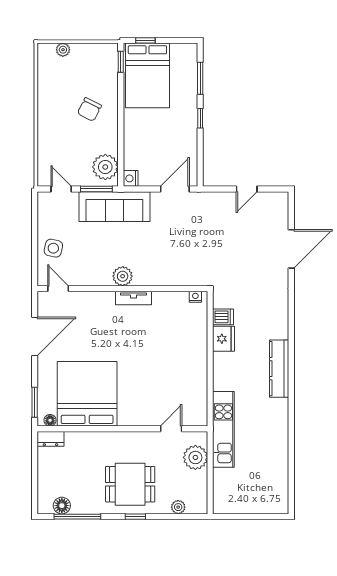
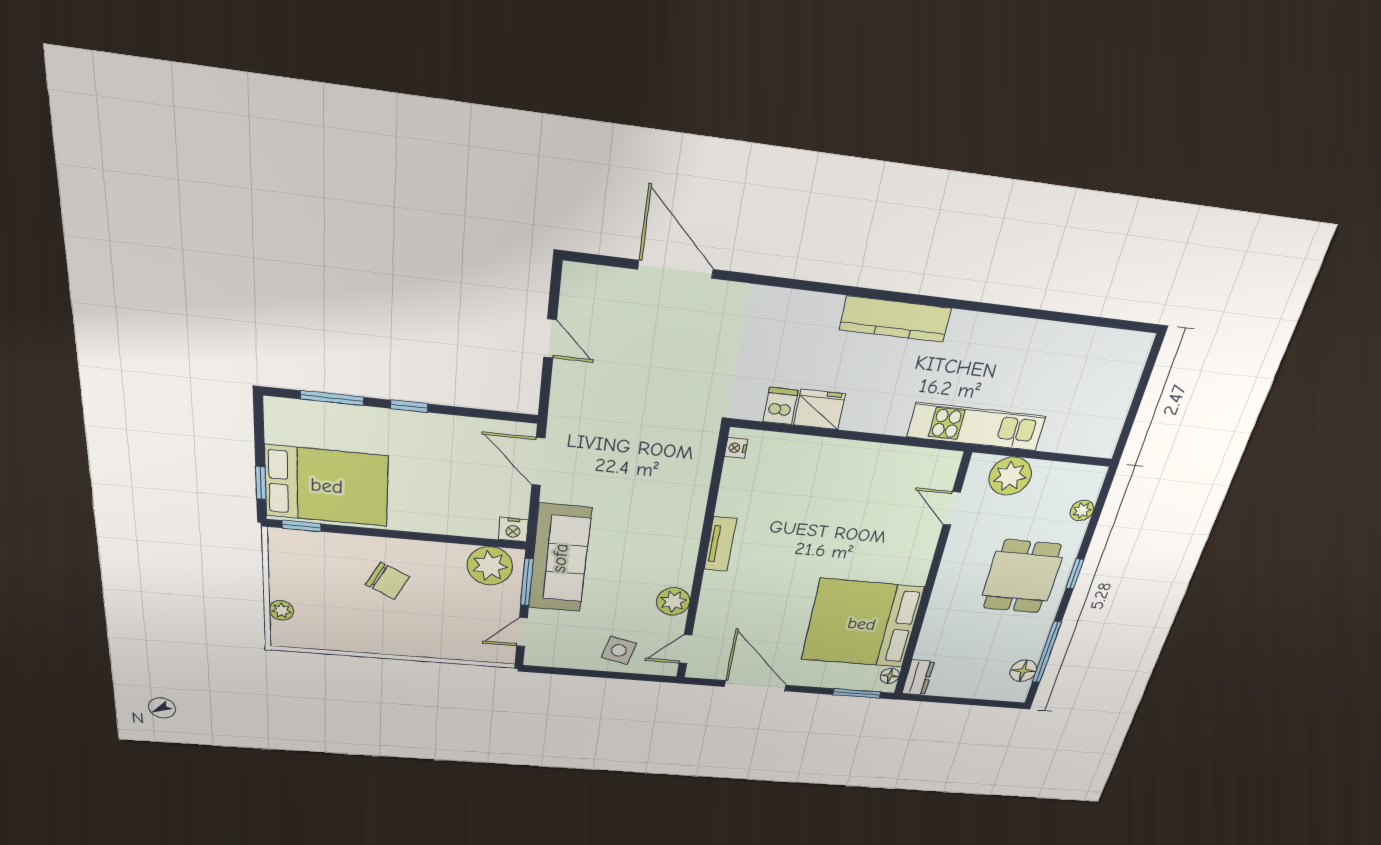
plant: (123, 276) -> (673, 601), moved

